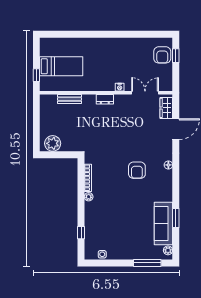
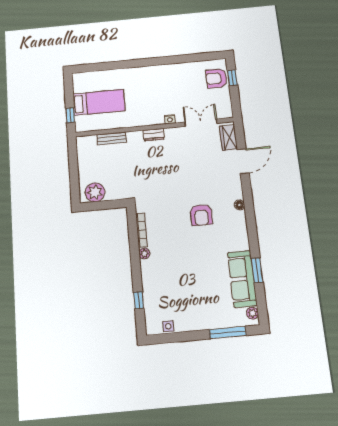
armchair: (162, 55) -> (216, 78), turned 90

